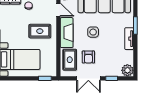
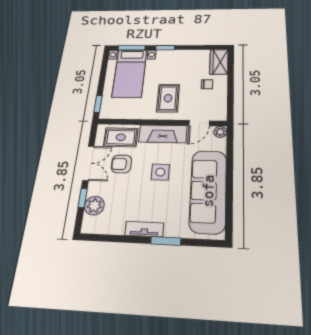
plant: (127, 70) -> (94, 206), moved
double door: (88, 78) -> (88, 163), swing flipped

